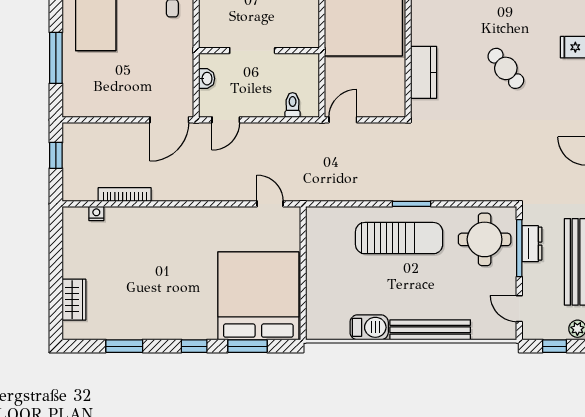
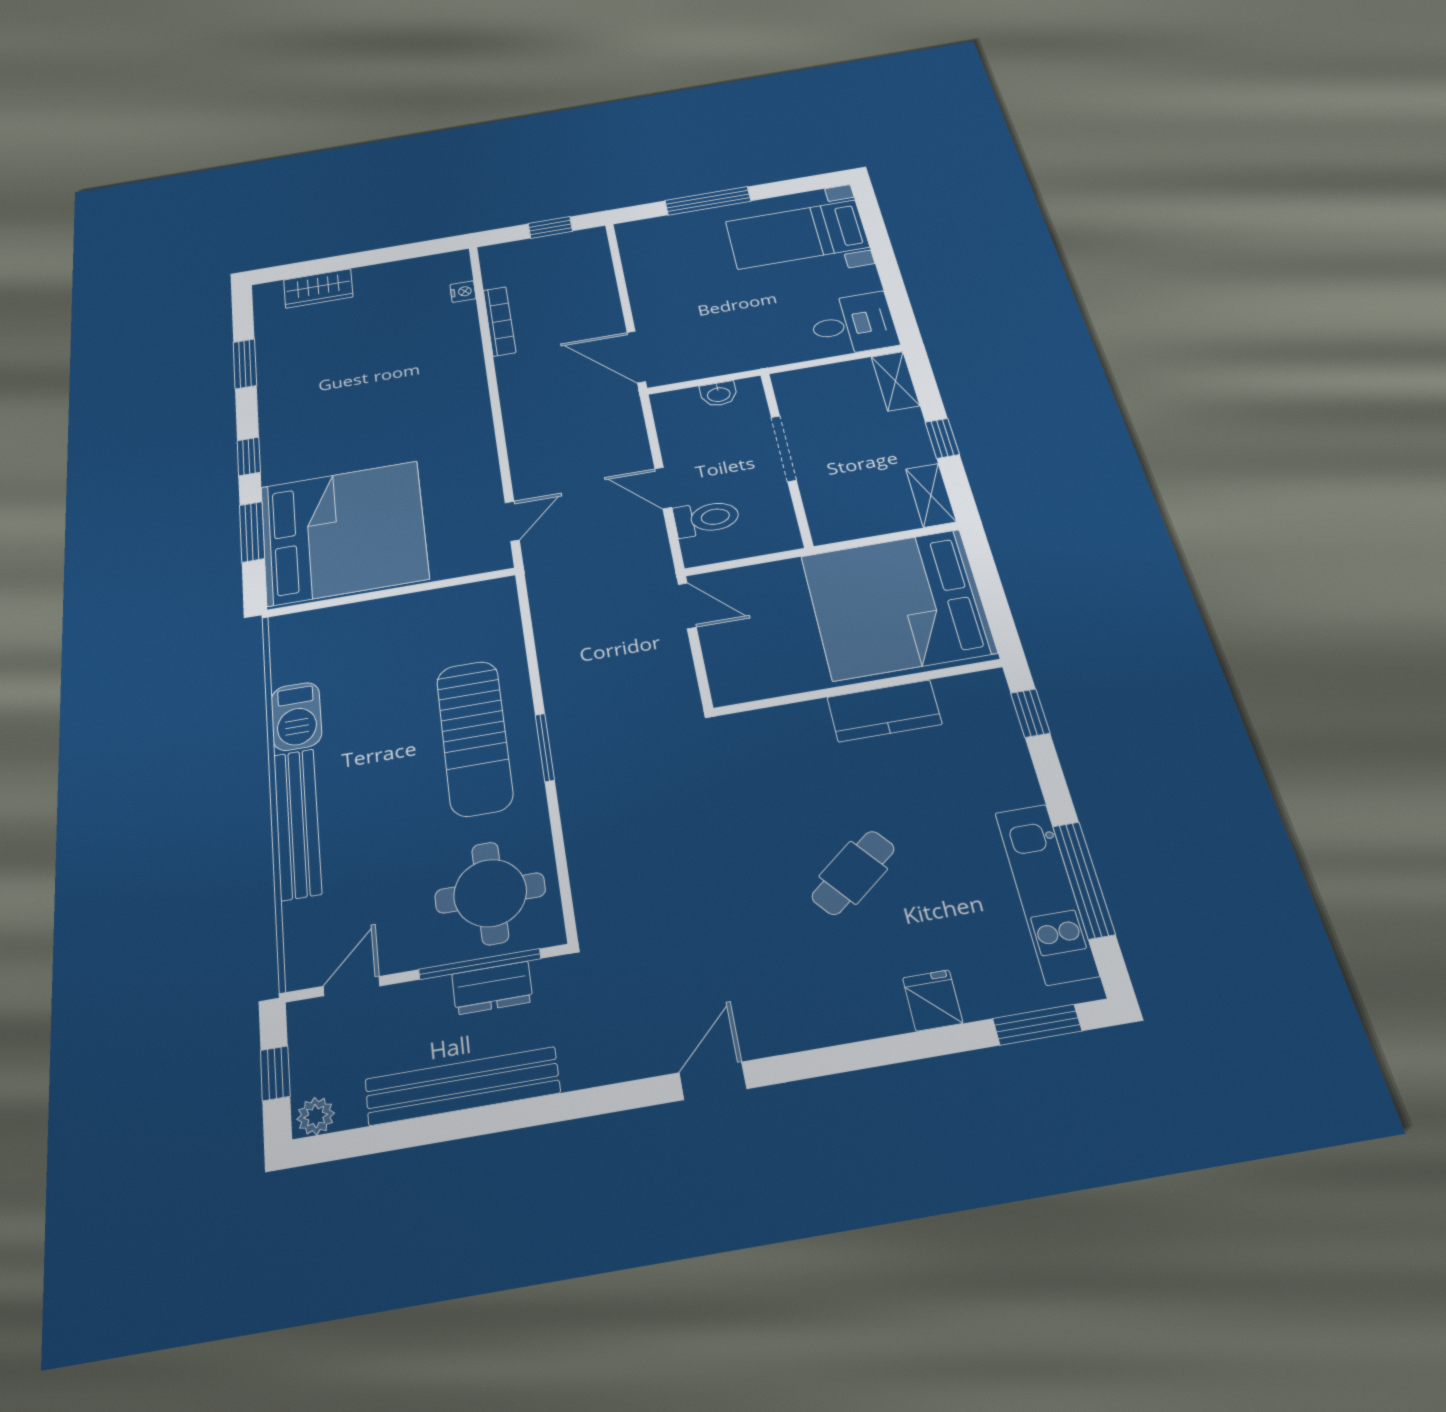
kitchen counter: (424, 72) -> (884, 711), moved
toilet: (293, 105) -> (707, 518), width x1.37, depth x1.39
door: (226, 120) -> (663, 488), moved

